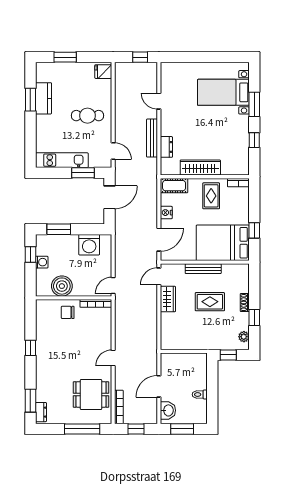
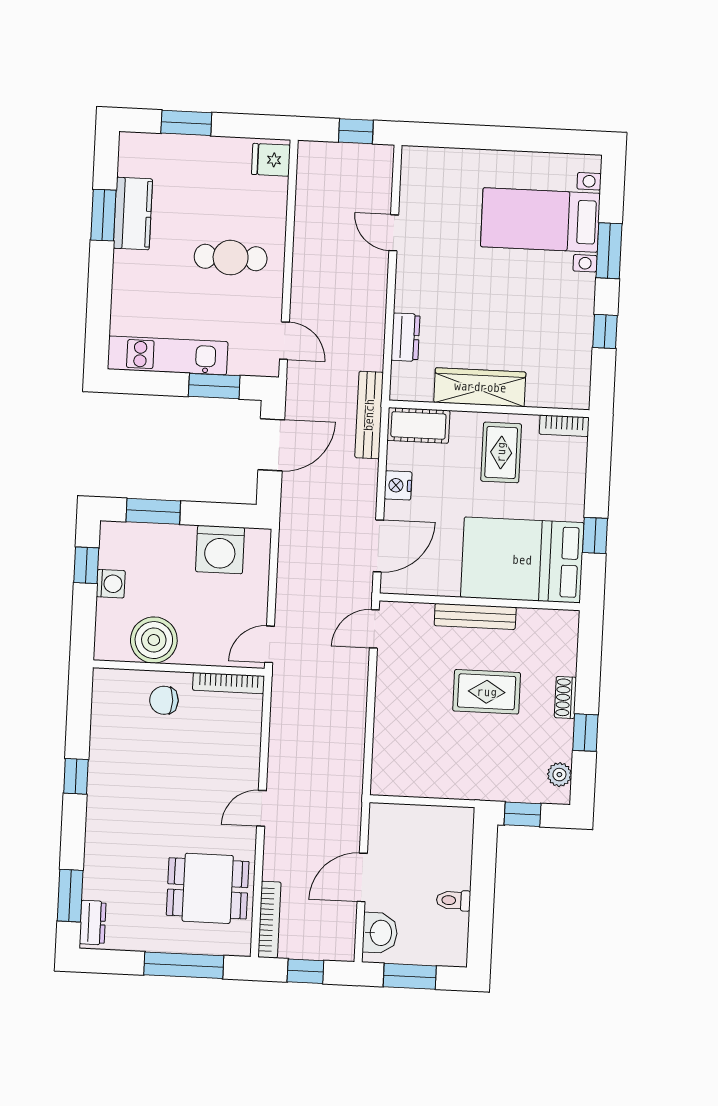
bench: (152, 138) -> (369, 415), moved
wardrobe: (168, 299) -> (392, 681), removed

